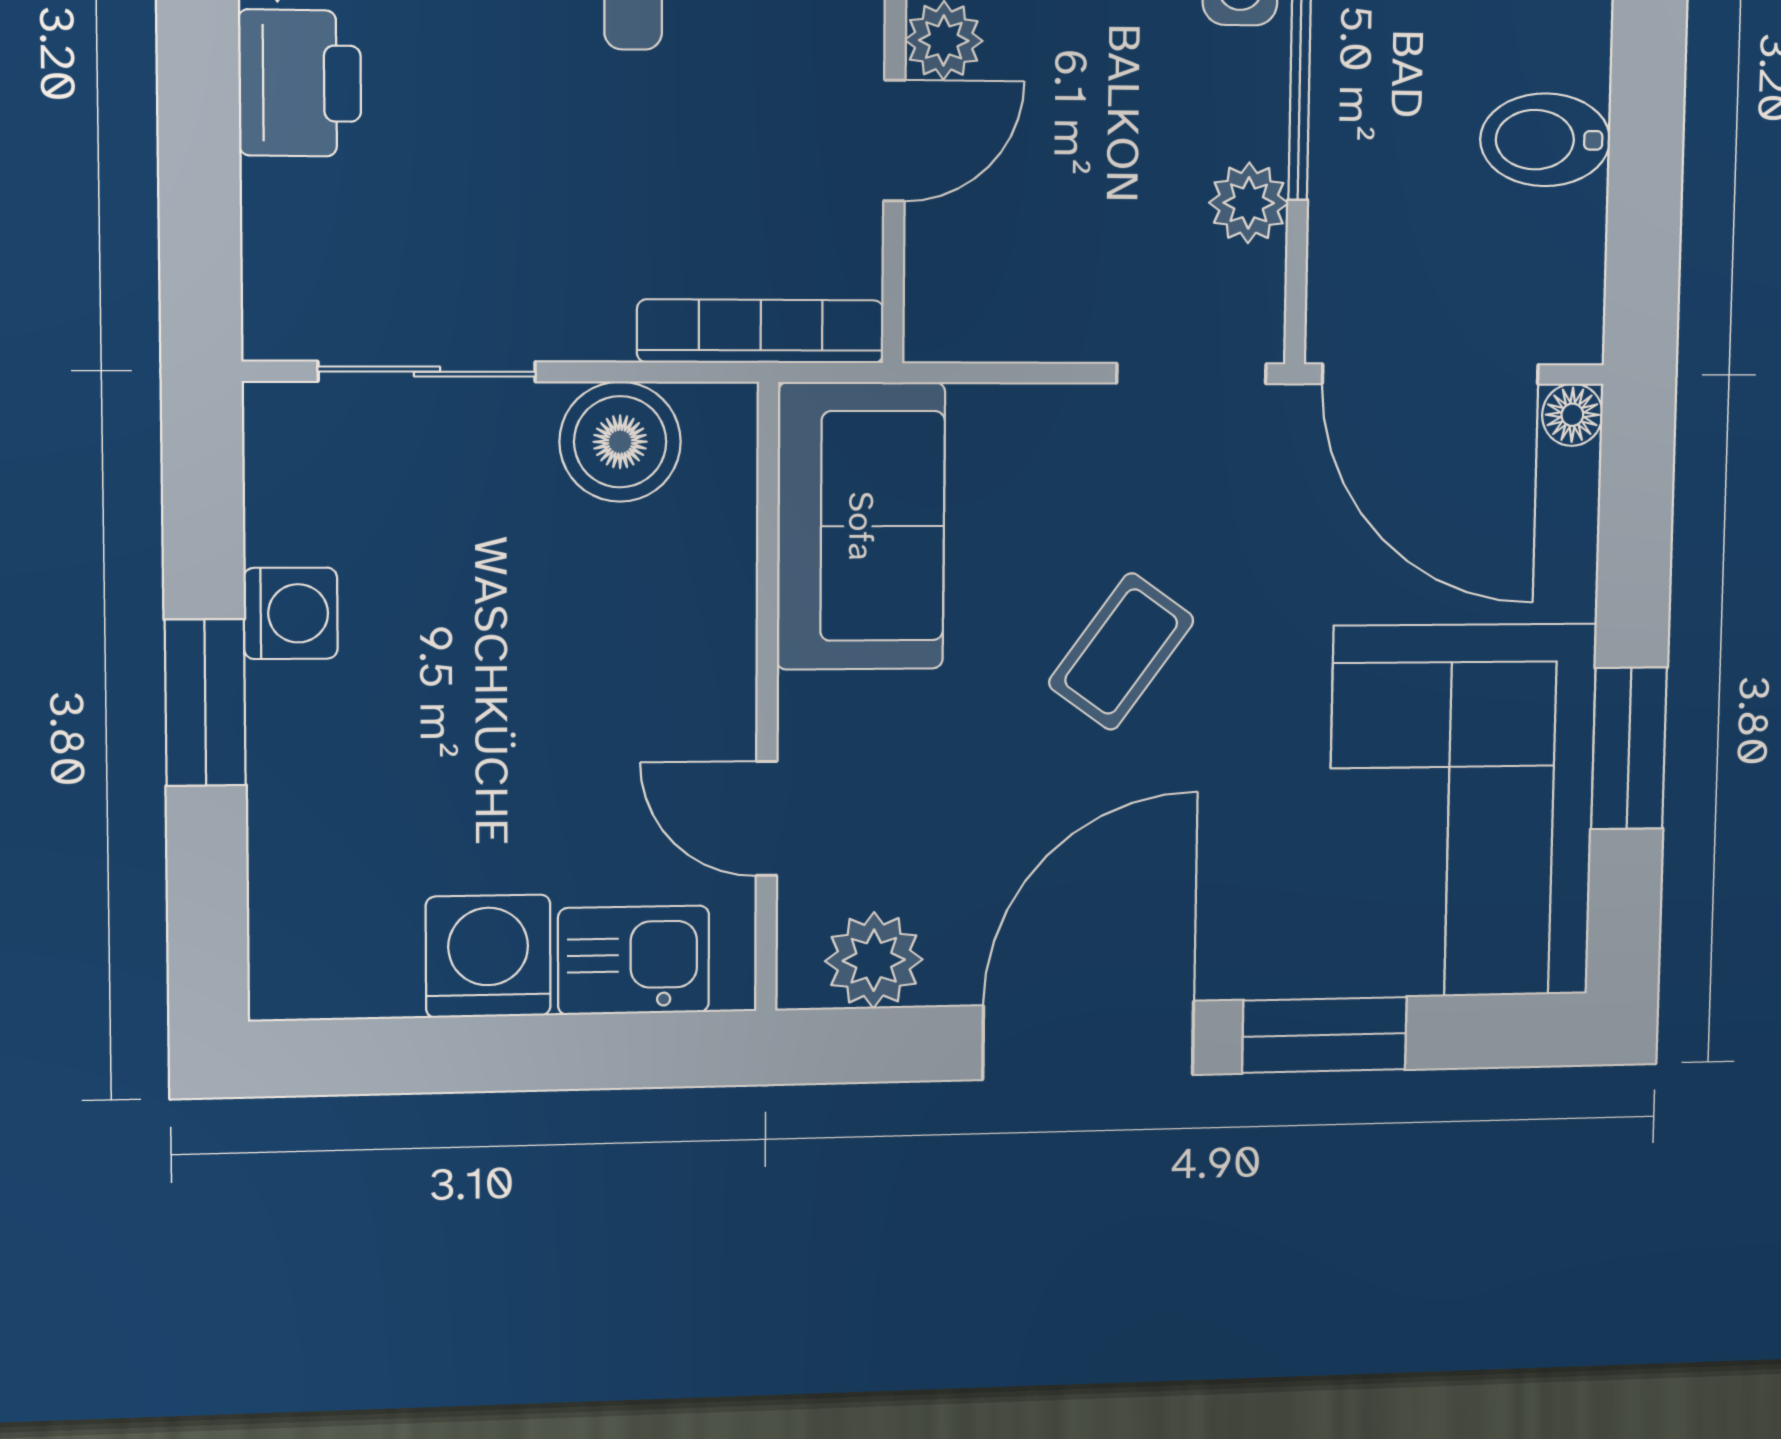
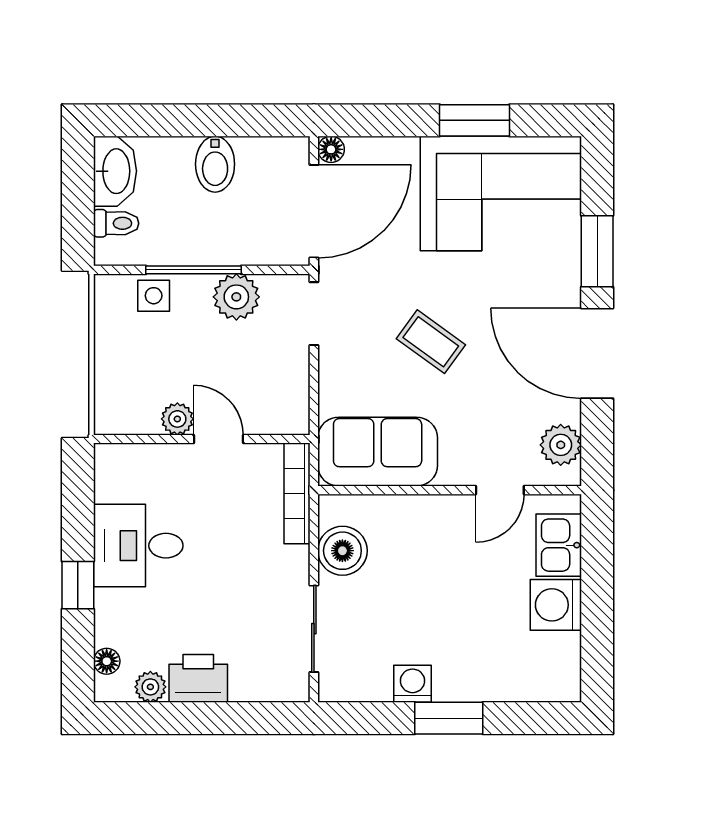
plant: (1249, 203) -> (236, 297), width x1.38, depth x1.38

